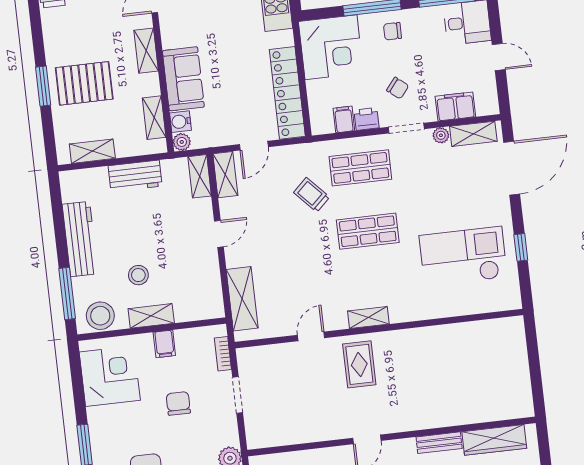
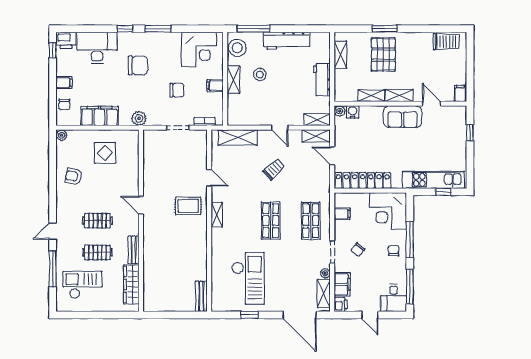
door: (499, 57) -> (370, 315), hinge flipped
sofa: (183, 79) -> (403, 117), moved
shelving: (154, 118) -> (371, 96), moved
printer: (367, 119) -> (341, 304), moved
trolley: (312, 195) -> (274, 169), moved
bench: (500, 327) -> (201, 296), added

